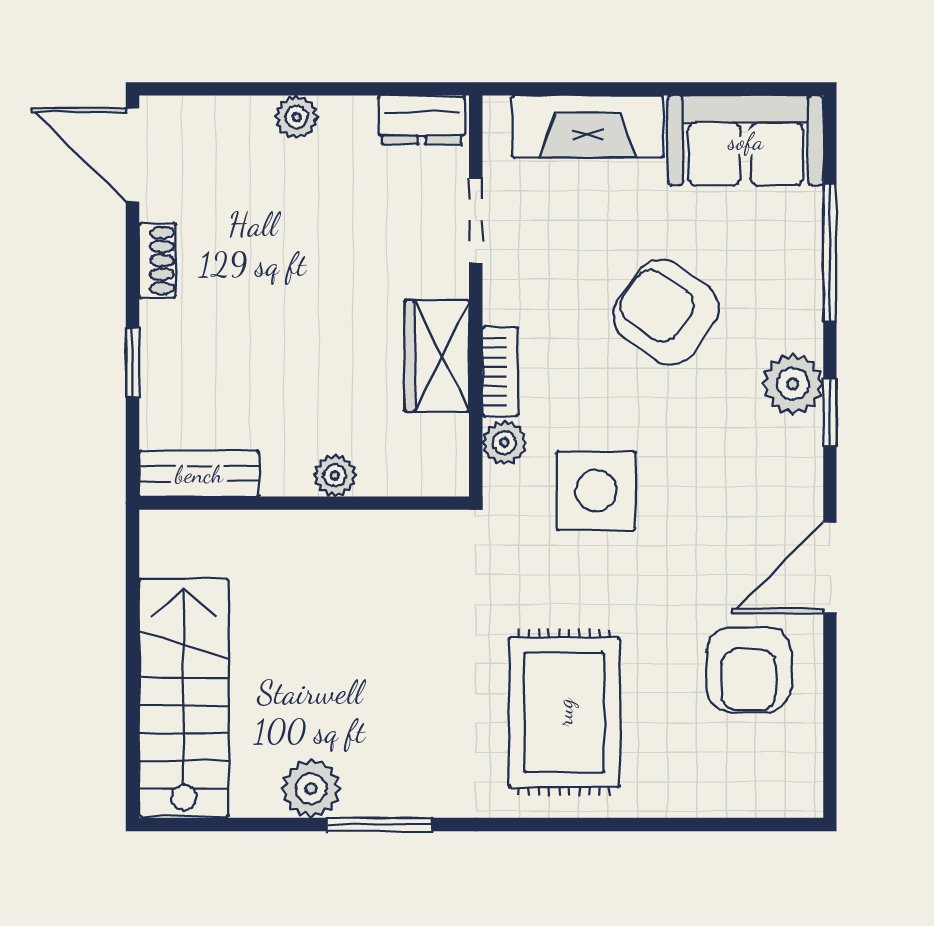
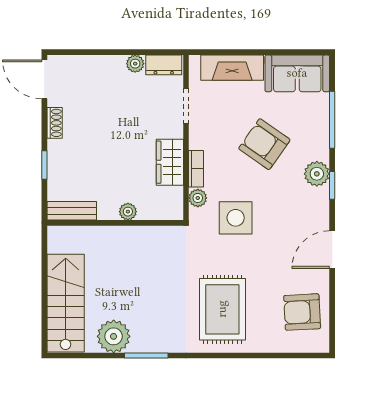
plant: (296, 117) -> (135, 64), moved
armchair: (749, 670) -> (302, 312), moved, turned 87
plant: (311, 789) -> (114, 336), width x1.36, depth x1.36

